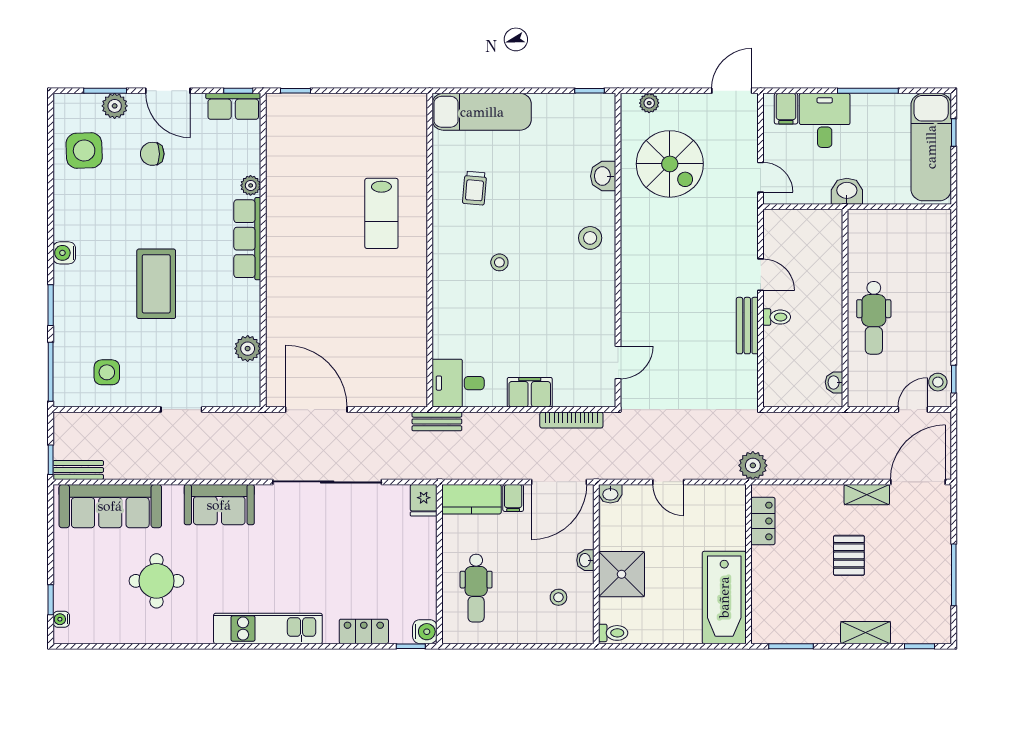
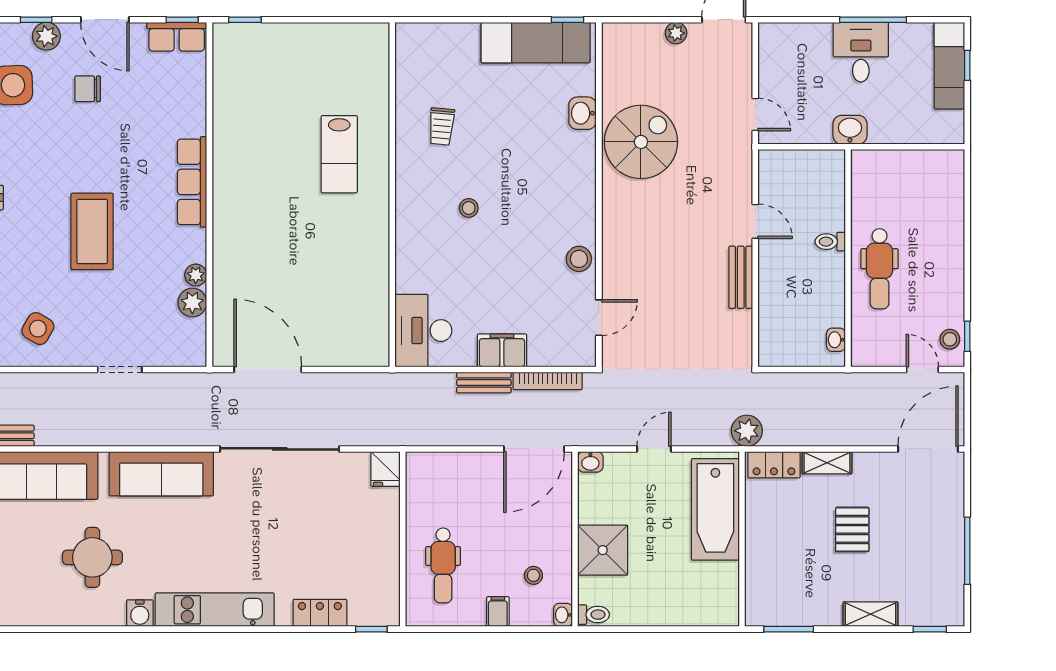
window: (105, 91) -> (36, 20), width x0.67
plant: (649, 103) -> (676, 33), moved
filing cabinet: (786, 109) -> (783, 39), removed
exam couch: (482, 112) -> (536, 43), moved
desk: (825, 120) -> (861, 52), moved
exam couch: (931, 147) -> (949, 66), width x0.73, depth x0.69
spiral stairs: (670, 164) -> (641, 142), moved, turned -90
plant: (251, 185) -> (196, 275), moved
stool: (590, 238) -> (579, 259), moved
toilet: (777, 317) -> (830, 242), moved, turned 180
side table: (107, 372) -> (38, 329), turned 30
desk: (458, 383) -> (423, 331), width x1.37
door: (913, 410) -> (922, 369), hinge flipped
bench: (437, 421) -> (484, 382), moved
door: (668, 482) -> (654, 449), swing flipped
shelving: (867, 495) -> (827, 463), moved
filing cabinet: (513, 498) -> (498, 612), moved, turned 180
kitchen counter: (471, 499) -> (438, 468), removed
sofa: (219, 505) -> (161, 474), width x1.36
locker: (763, 521) -> (774, 465), moved, turned 90
washbasin: (585, 560) -> (563, 615), moved
bathtub: (724, 597) -> (715, 509), moved
water cooler: (425, 632) -> (140, 613), moved, turned 90

